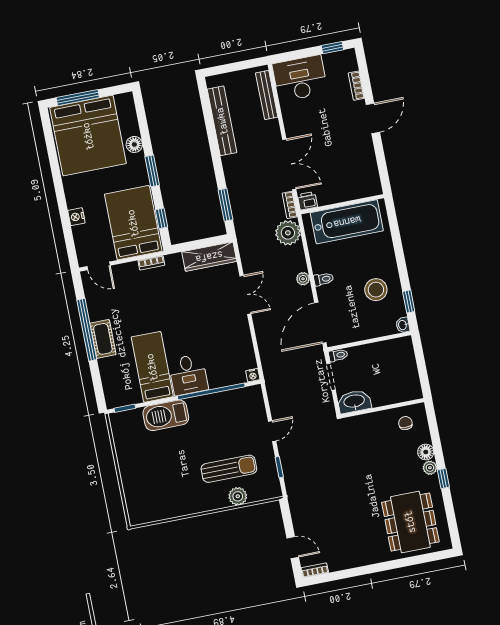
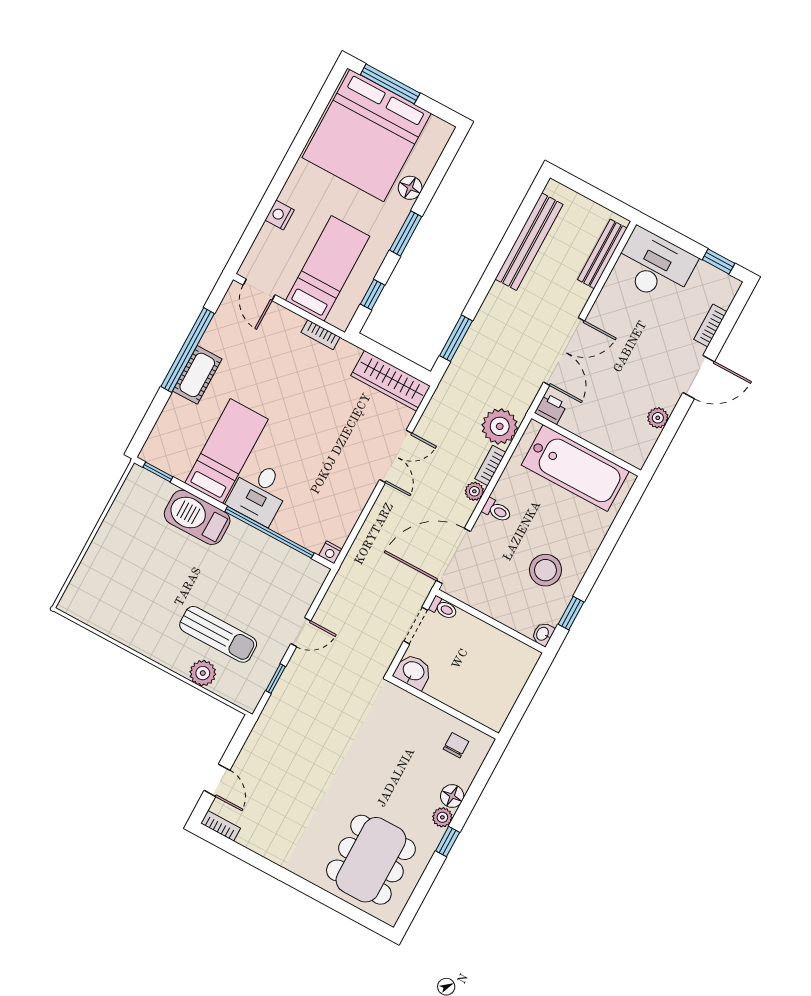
plant: (369, 158) -> (658, 418), added
bookcase: (290, 205) -> (490, 466), moved
bed: (133, 223) -> (328, 268), width x0.67
washbasin: (354, 402) -> (413, 671), width x0.72

